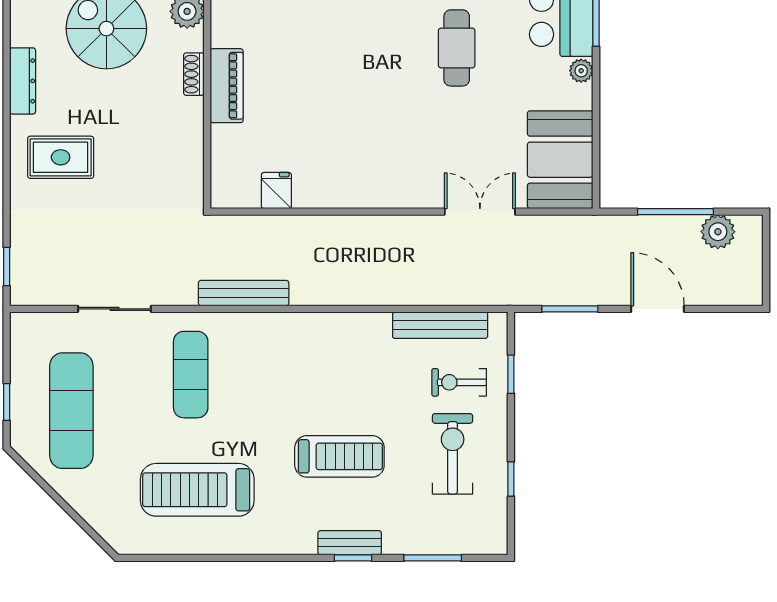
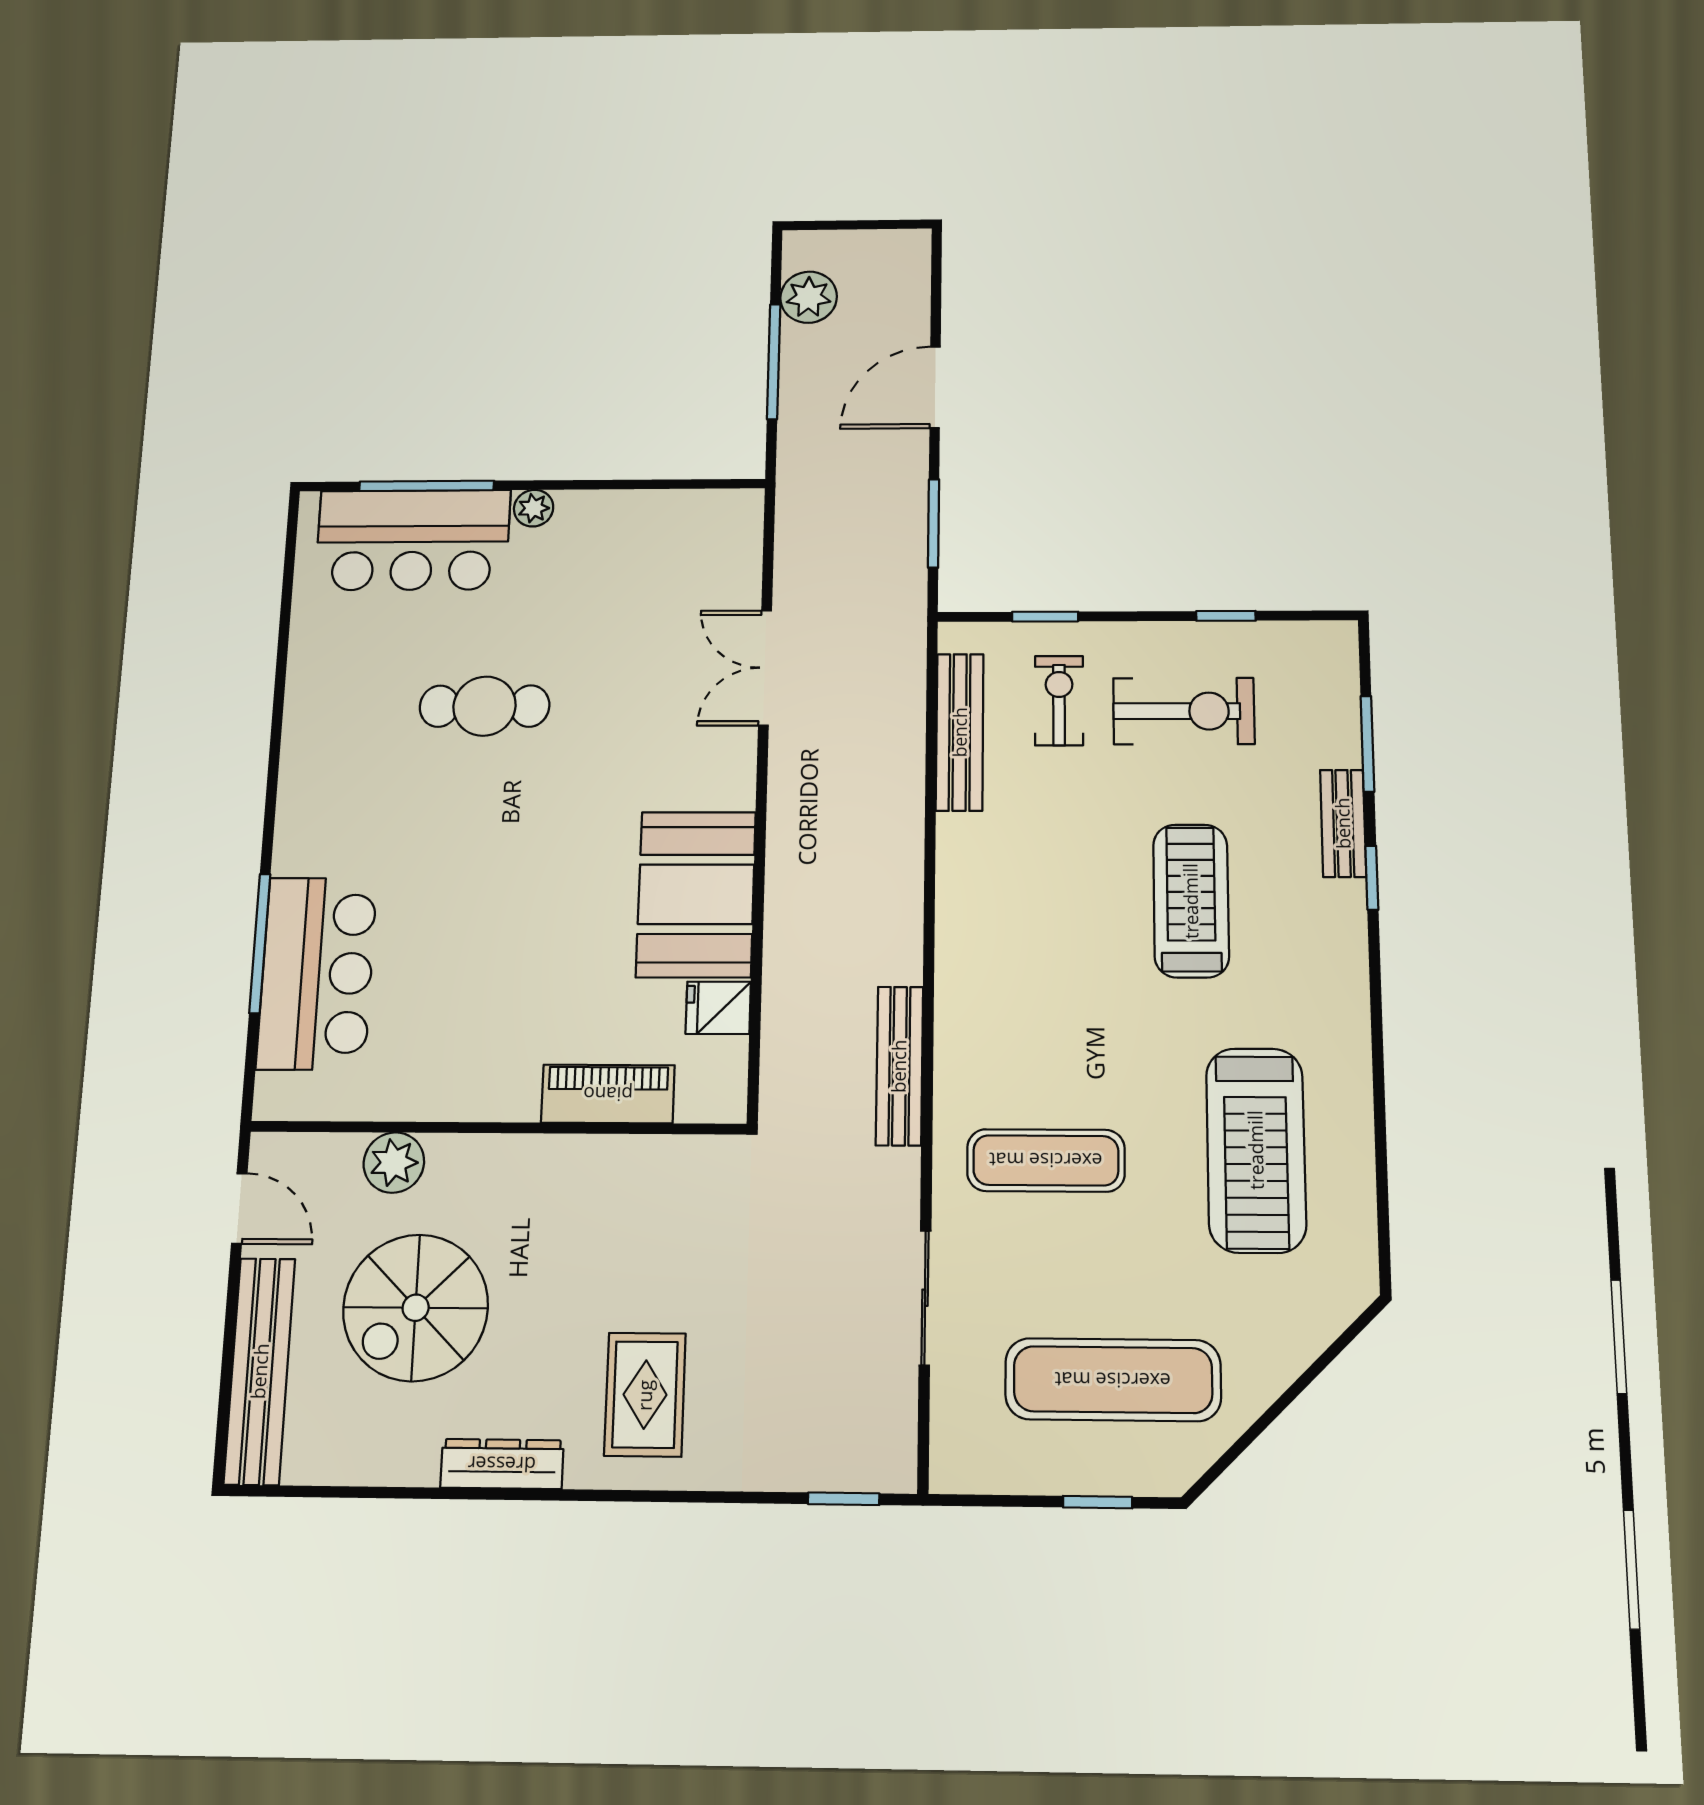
shoe rack: (194, 74) -> (506, 1151), removed
piano: (227, 86) -> (608, 1094), moved
booth: (560, 160) -> (696, 894), moved, turned 90
exercise bike: (459, 382) -> (1059, 701), turned 180
exercise bike: (453, 454) -> (1184, 711), turned 180
bench: (350, 543) -> (1343, 823), moved

